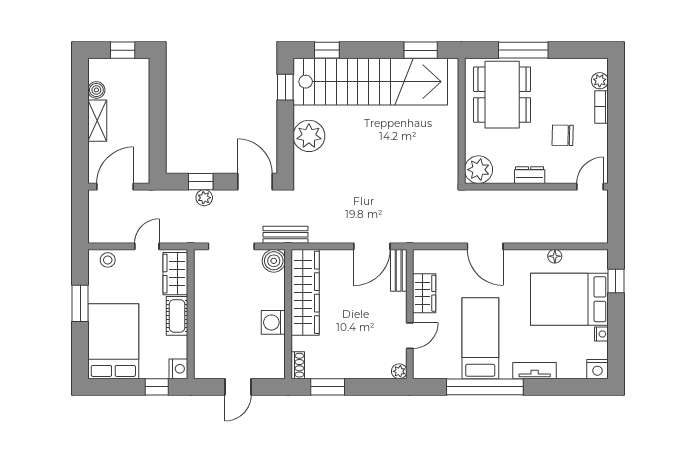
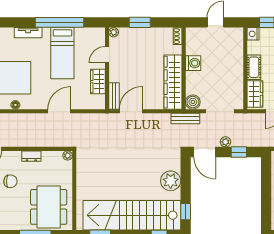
plant: (479, 170) -> (68, 155), width x0.53, depth x0.53
plant: (204, 198) -> (225, 142), moved
door: (485, 246) -> (59, 111), hinge flipped
window: (328, 387) -> (140, 22), moved

